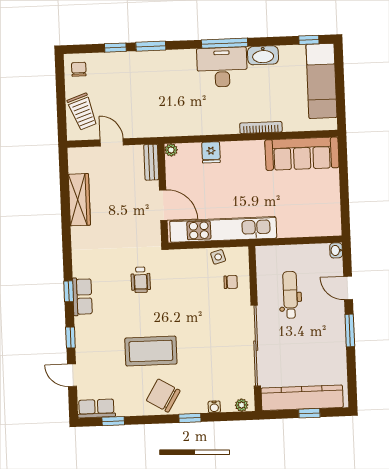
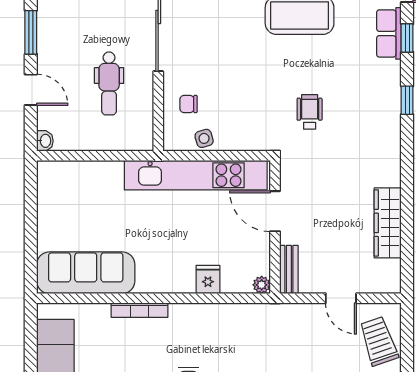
row of seats: (82, 297) -> (389, 33), moved

